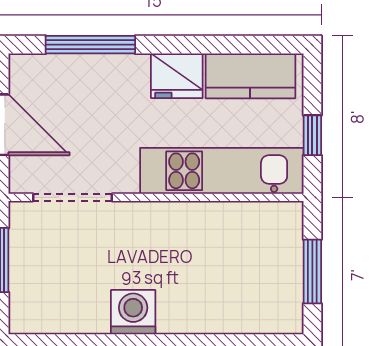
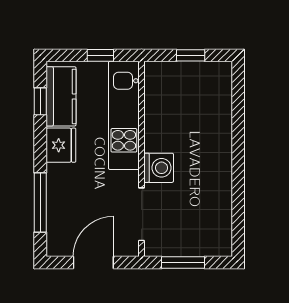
window: (243, 45) -> (40, 101), added
window: (312, 271) -> (191, 55), width x0.67
washing machine: (133, 312) -> (159, 168), moved, turned 180

